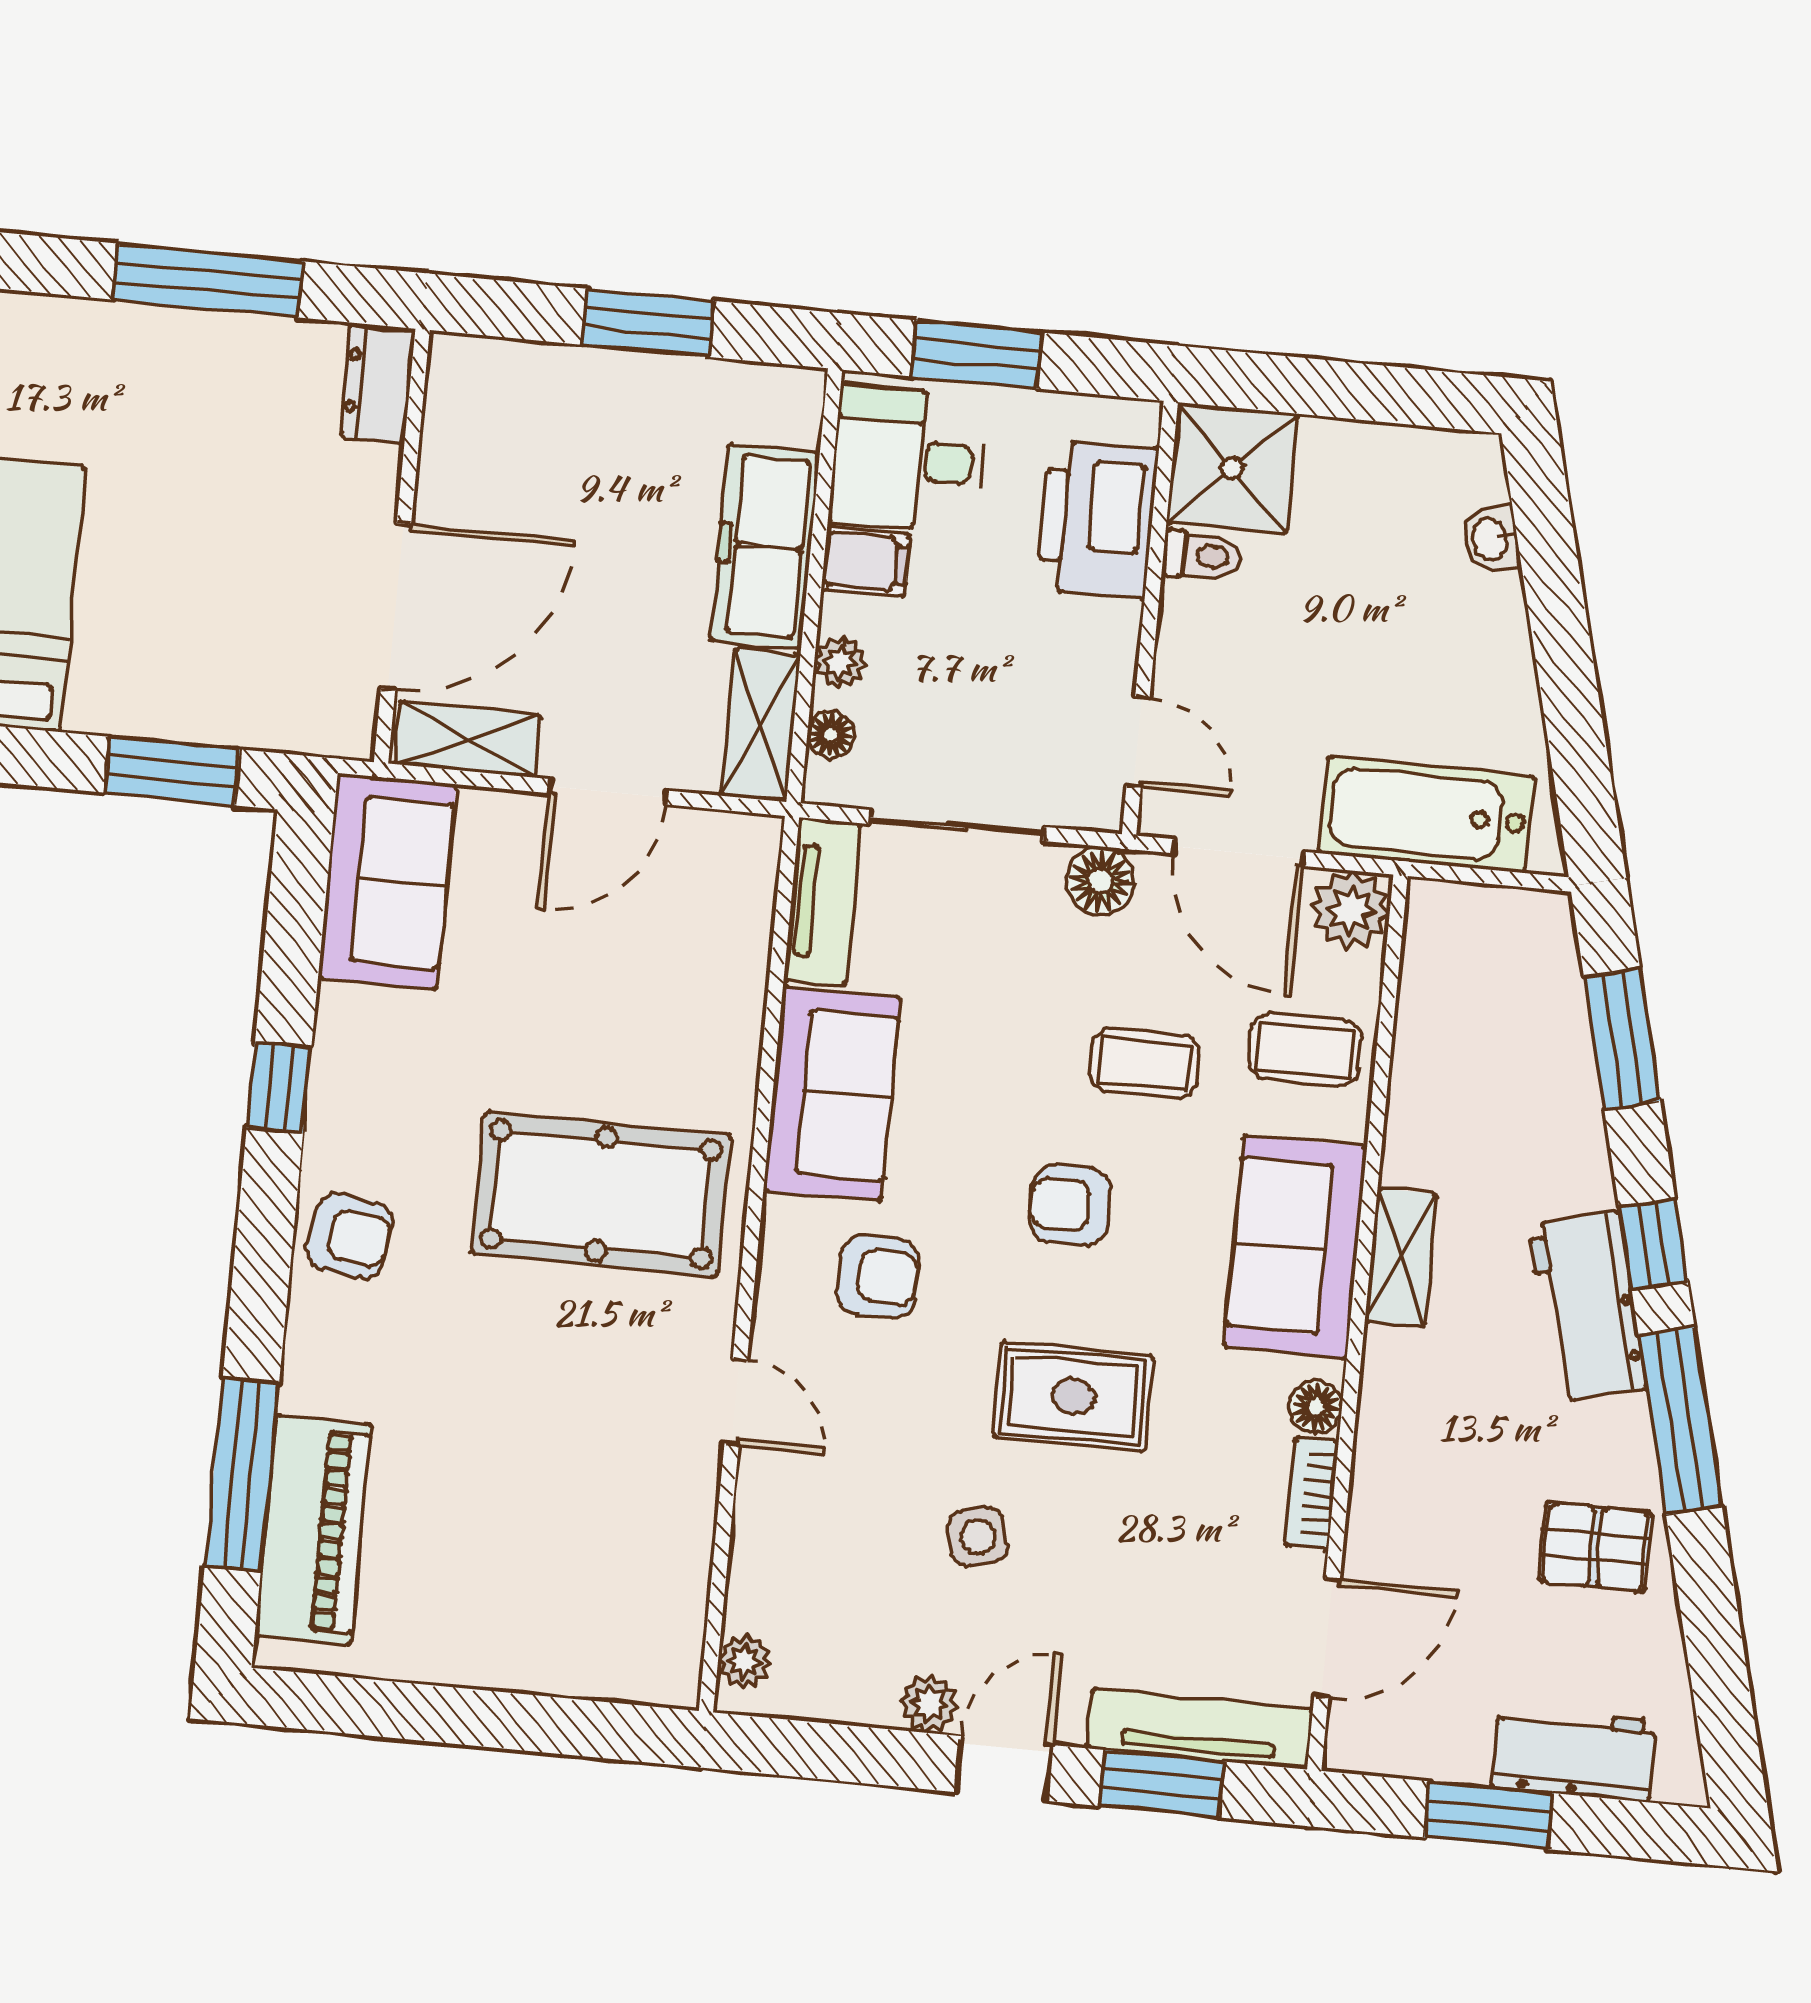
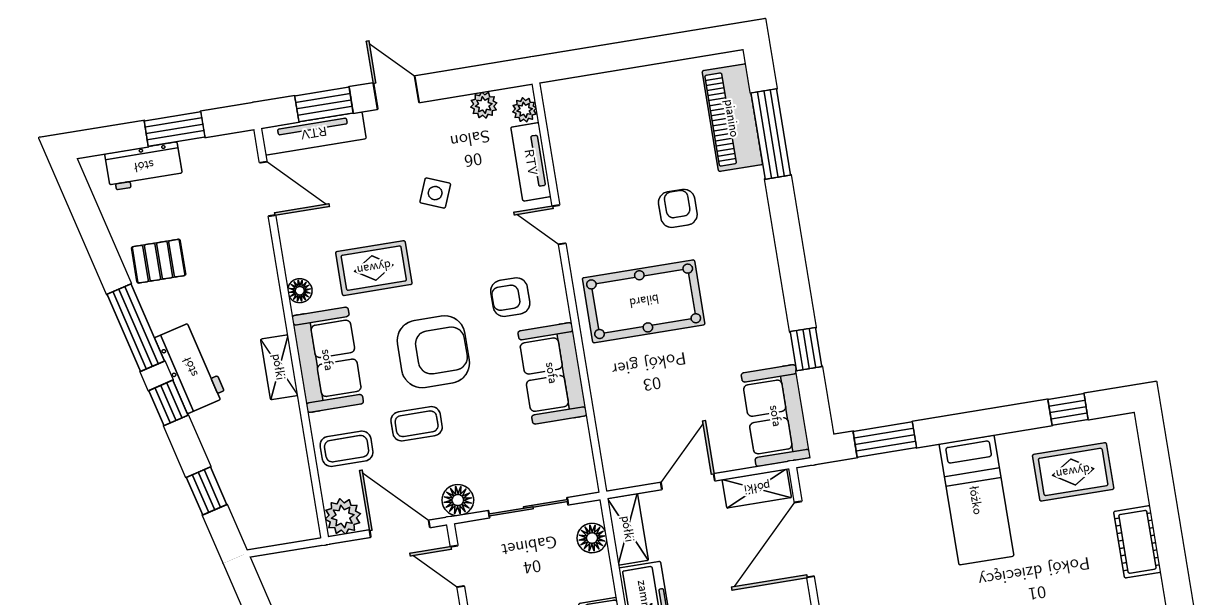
plant: (840, 662) -> (600, 567), removed
floor lamp: (831, 734) -> (592, 538), width x1.37, depth x1.37
bathtub: (1427, 815) -> (320, 568), removed
tv unit: (822, 902) -> (531, 162), moved
window: (1622, 1039) -> (207, 491), width x0.67
window: (279, 1088) -> (806, 349), moved
armchair: (1070, 1205) -> (433, 352), width x1.88, depth x1.88
armchair: (350, 1236) -> (678, 208), moved, turned 82
rug: (1073, 1396) -> (374, 268), moved
bookcase: (1312, 1493) -> (291, 252), removed
side table: (978, 1537) -> (435, 193), turned 37
door: (1327, 1638) -> (268, 189), swing flipped
plant: (929, 1704) -> (484, 105), moved
door: (1004, 1769) -> (396, 93), swing flipped

